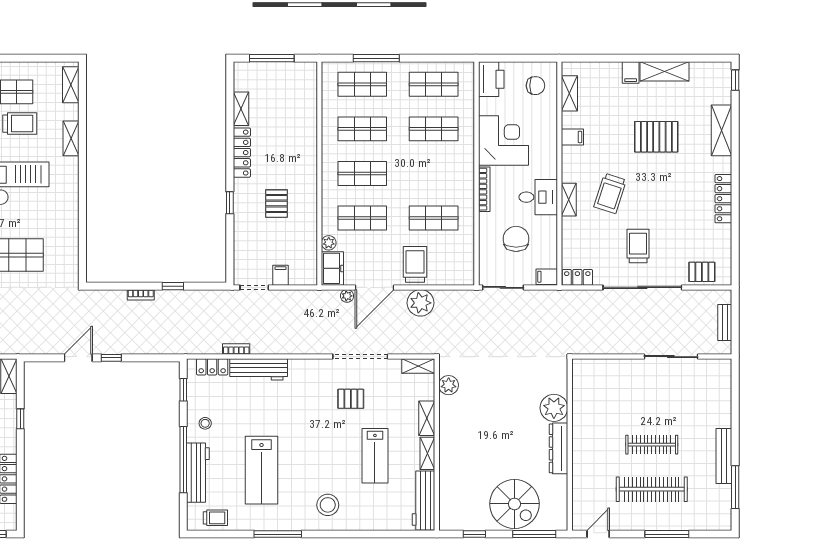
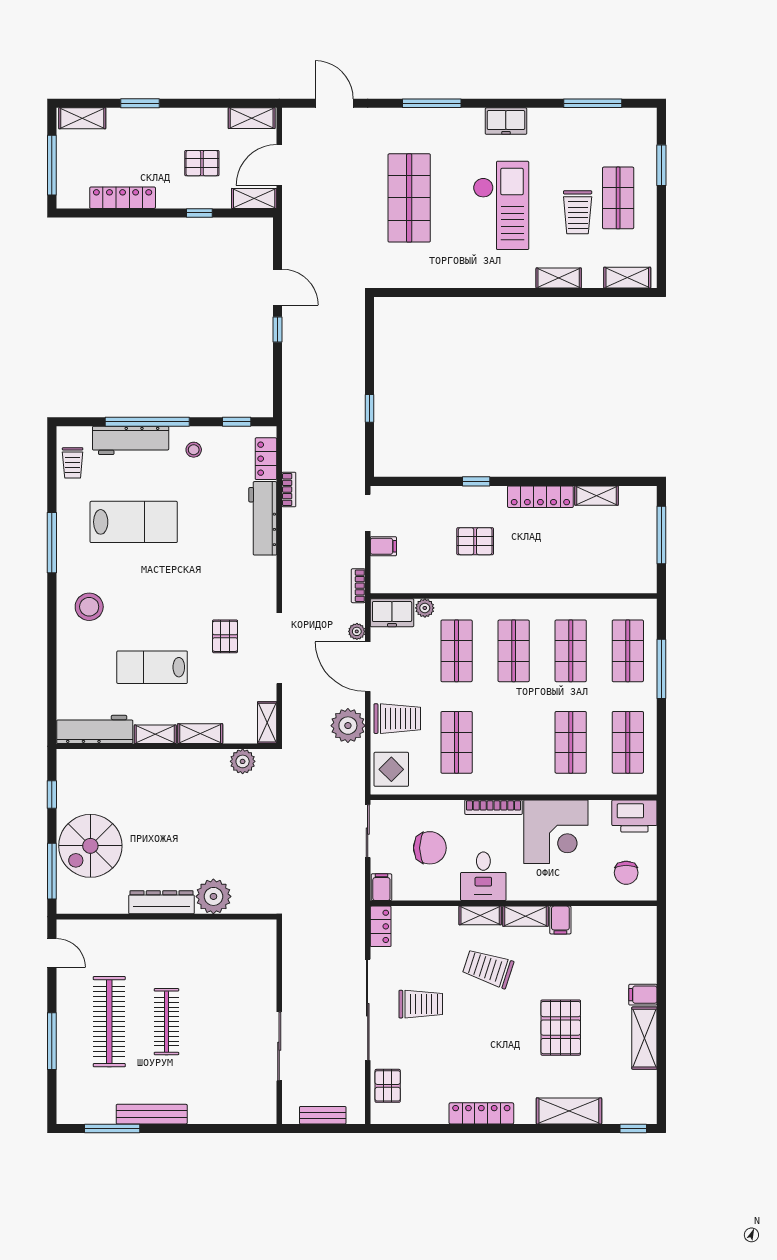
shelving: (569, 93) -> (525, 916), moved
display table: (455, 269) -> (391, 769), added
bookcase: (141, 295) -> (358, 586), moved
lab bench: (262, 470) -> (134, 522), turned 180

